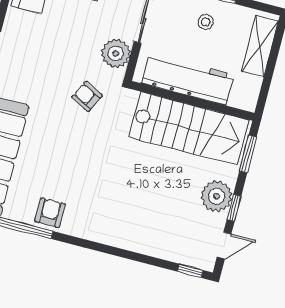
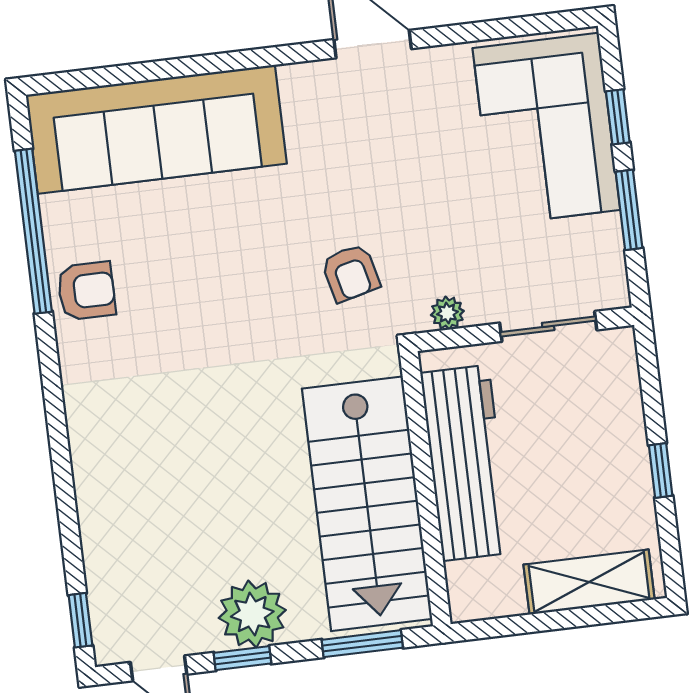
stool: (206, 22) -> (596, 453), removed
plant: (116, 53) -> (447, 313), width x0.53, depth x0.53
armchair: (87, 96) -> (351, 273), turned 139

